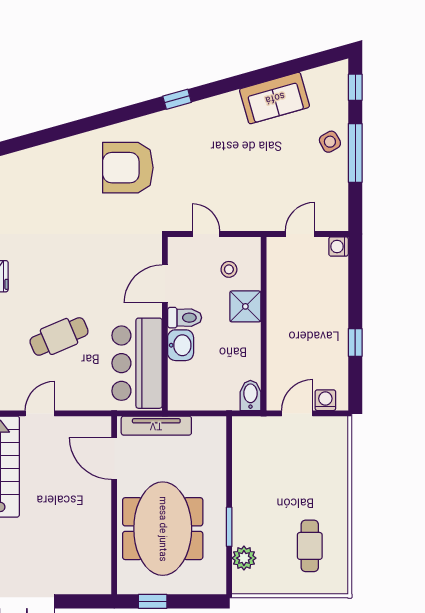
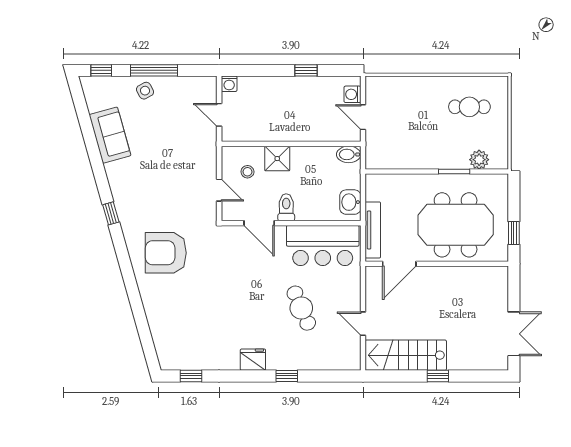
armchair: (128, 168) -> (166, 253), turned 90
door: (206, 234) -> (219, 190), swing flipped
washbasin: (181, 345) -> (350, 202), moved, turned -90

